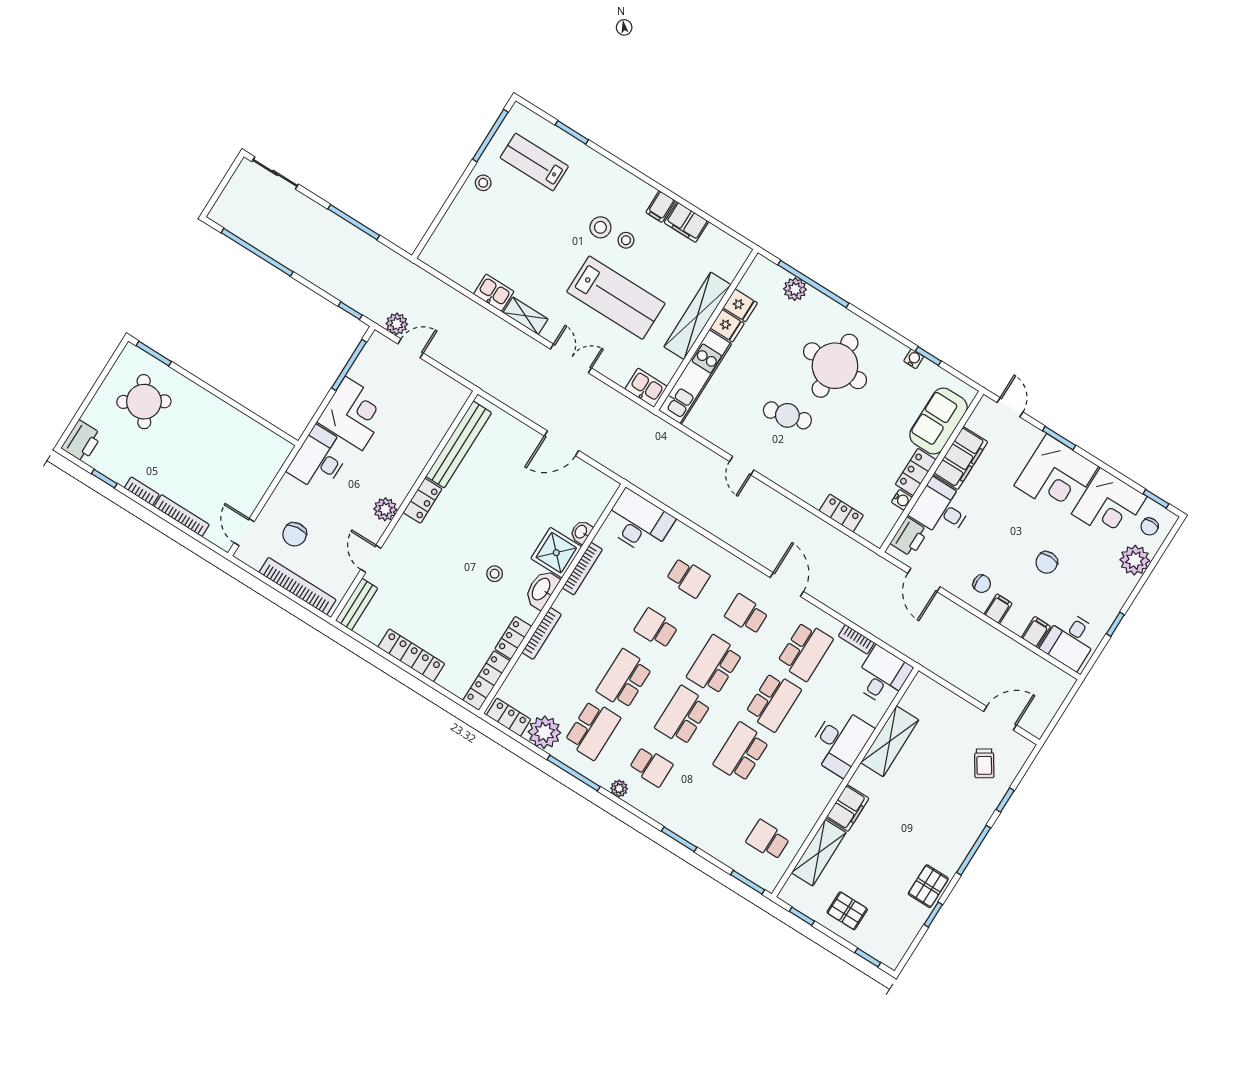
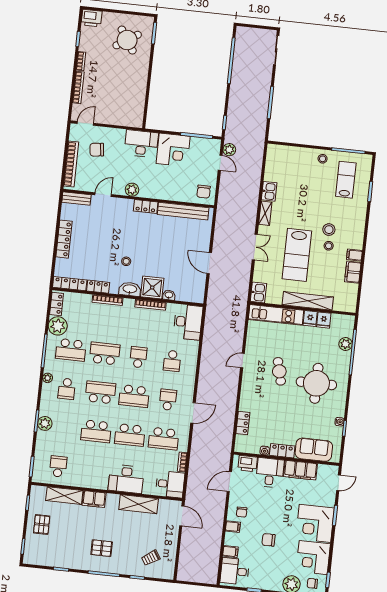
chair: (444, 397) -> (204, 192), added
school desk: (715, 665) -> (134, 396), turned 180
door: (1000, 718) -> (182, 516), moved
school desk: (741, 752) -> (96, 431), turned 180
plant: (689, 828) -> (45, 423), added
pallet: (928, 886) -> (102, 548), moved

